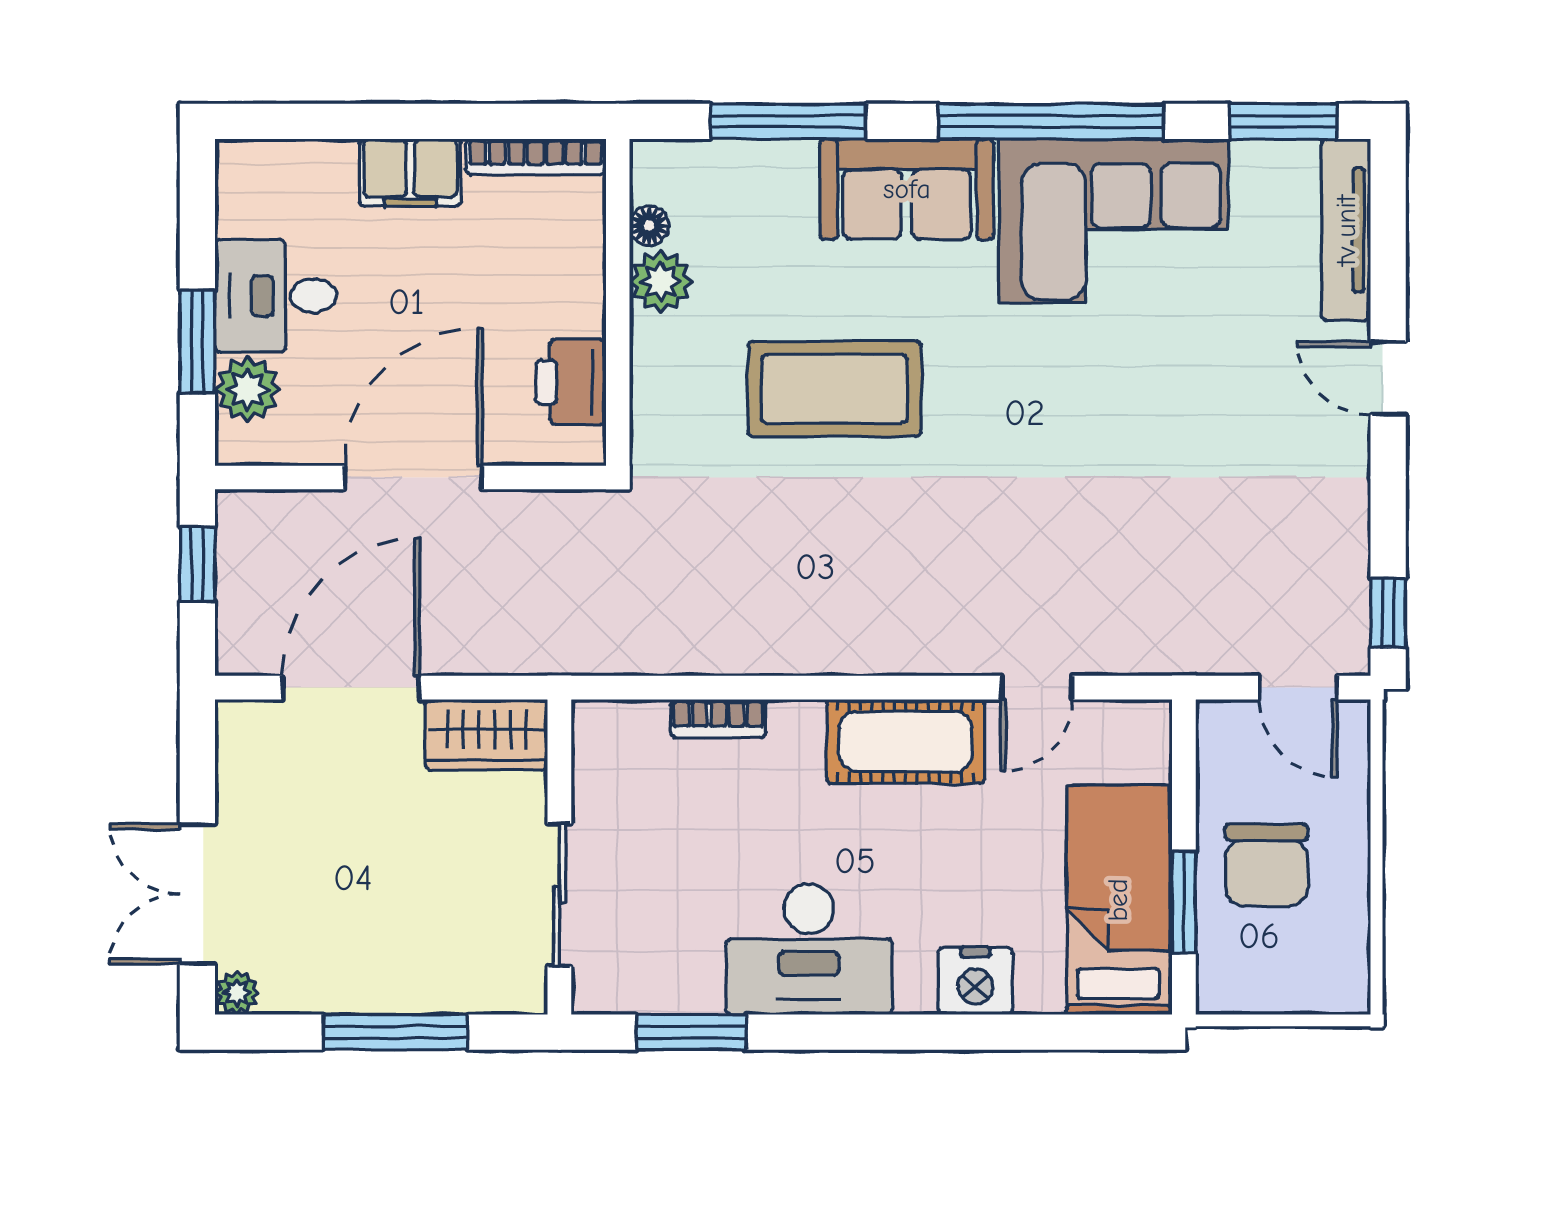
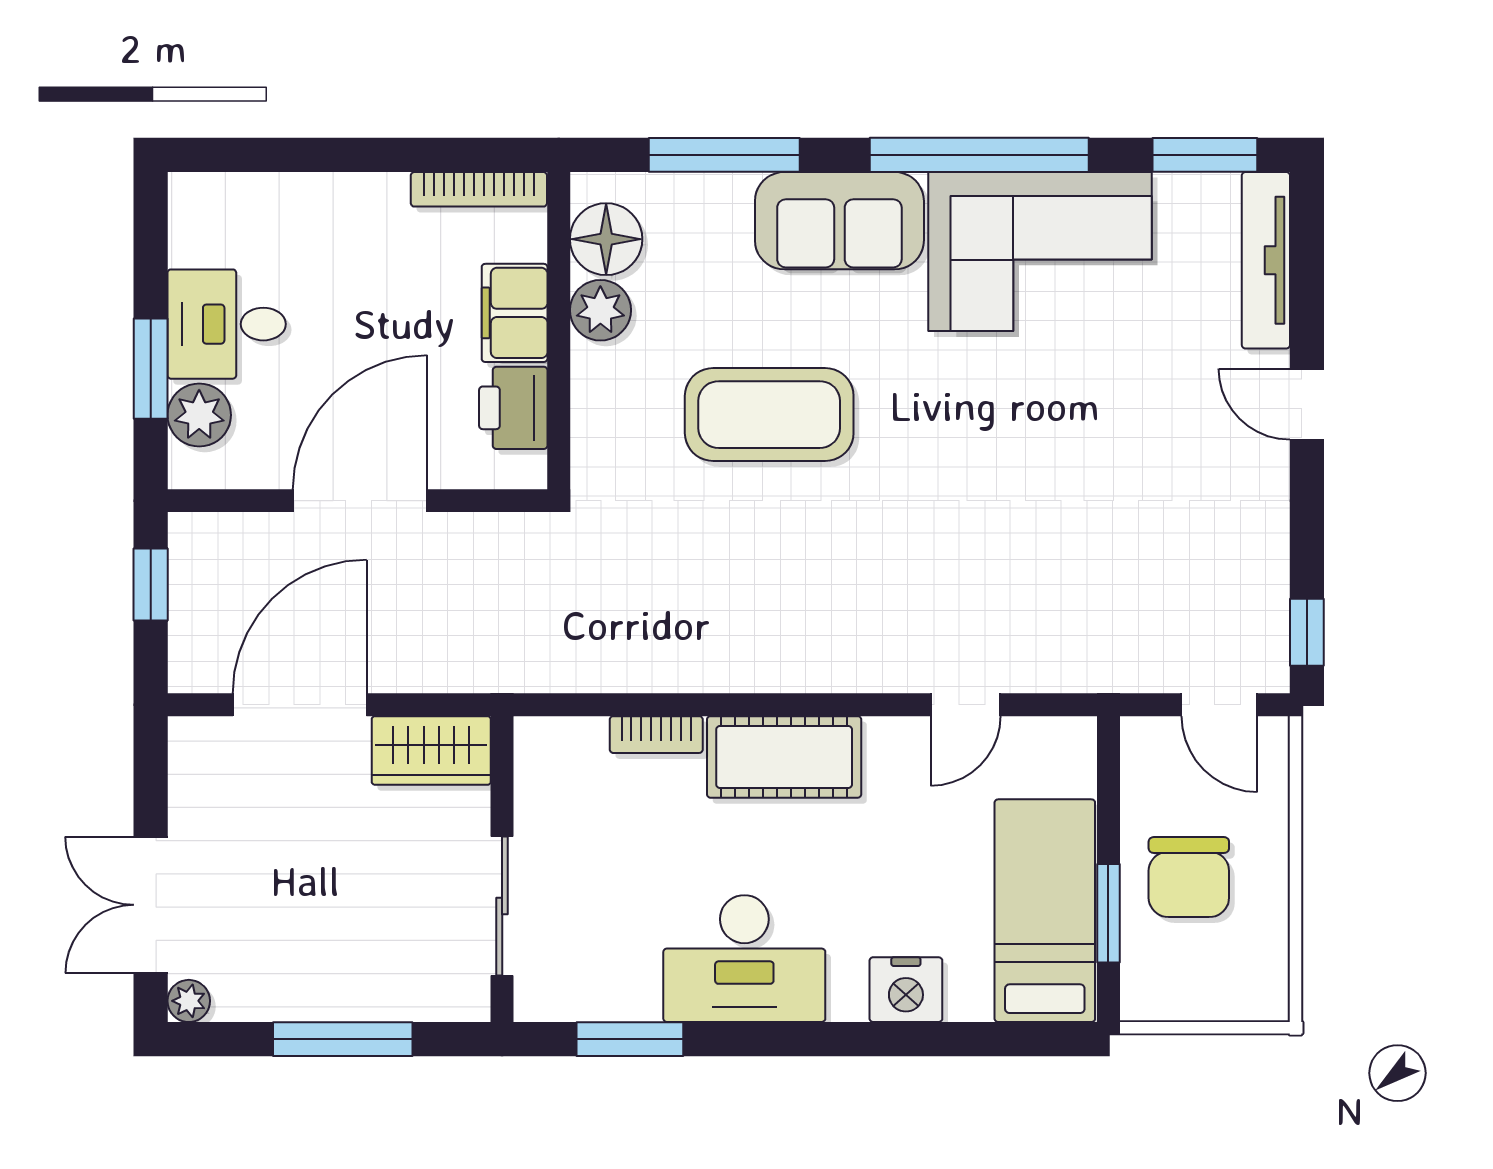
filing cabinet: (410, 173) -> (515, 313), moved, turned 90
floor lamp: (649, 226) -> (606, 239), width x1.89, depth x1.89
cot: (906, 742) -> (784, 757), moved

